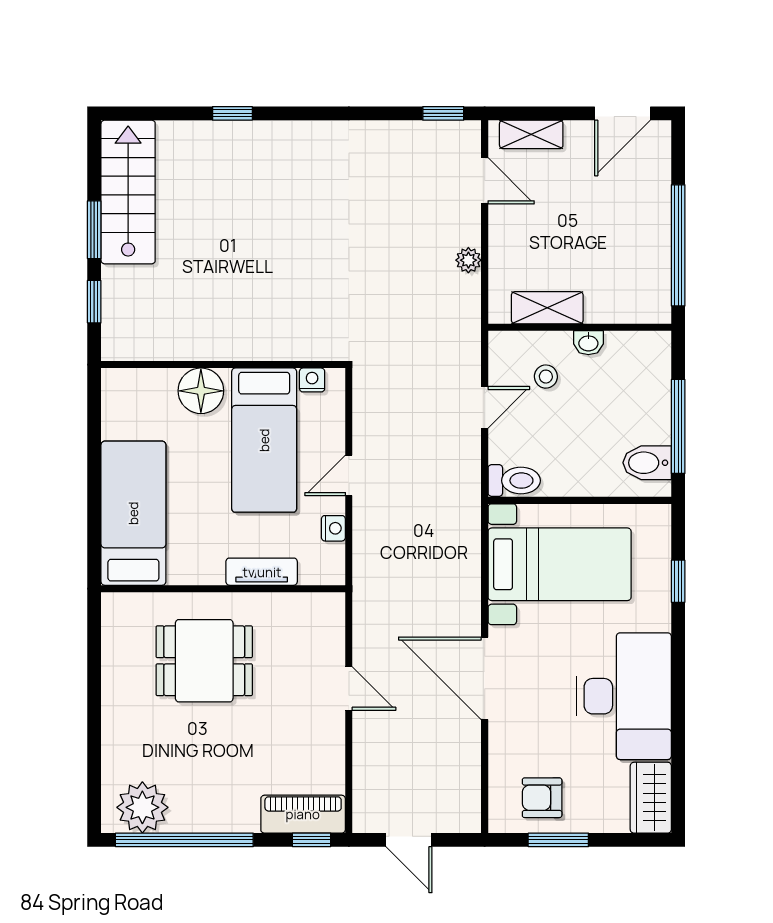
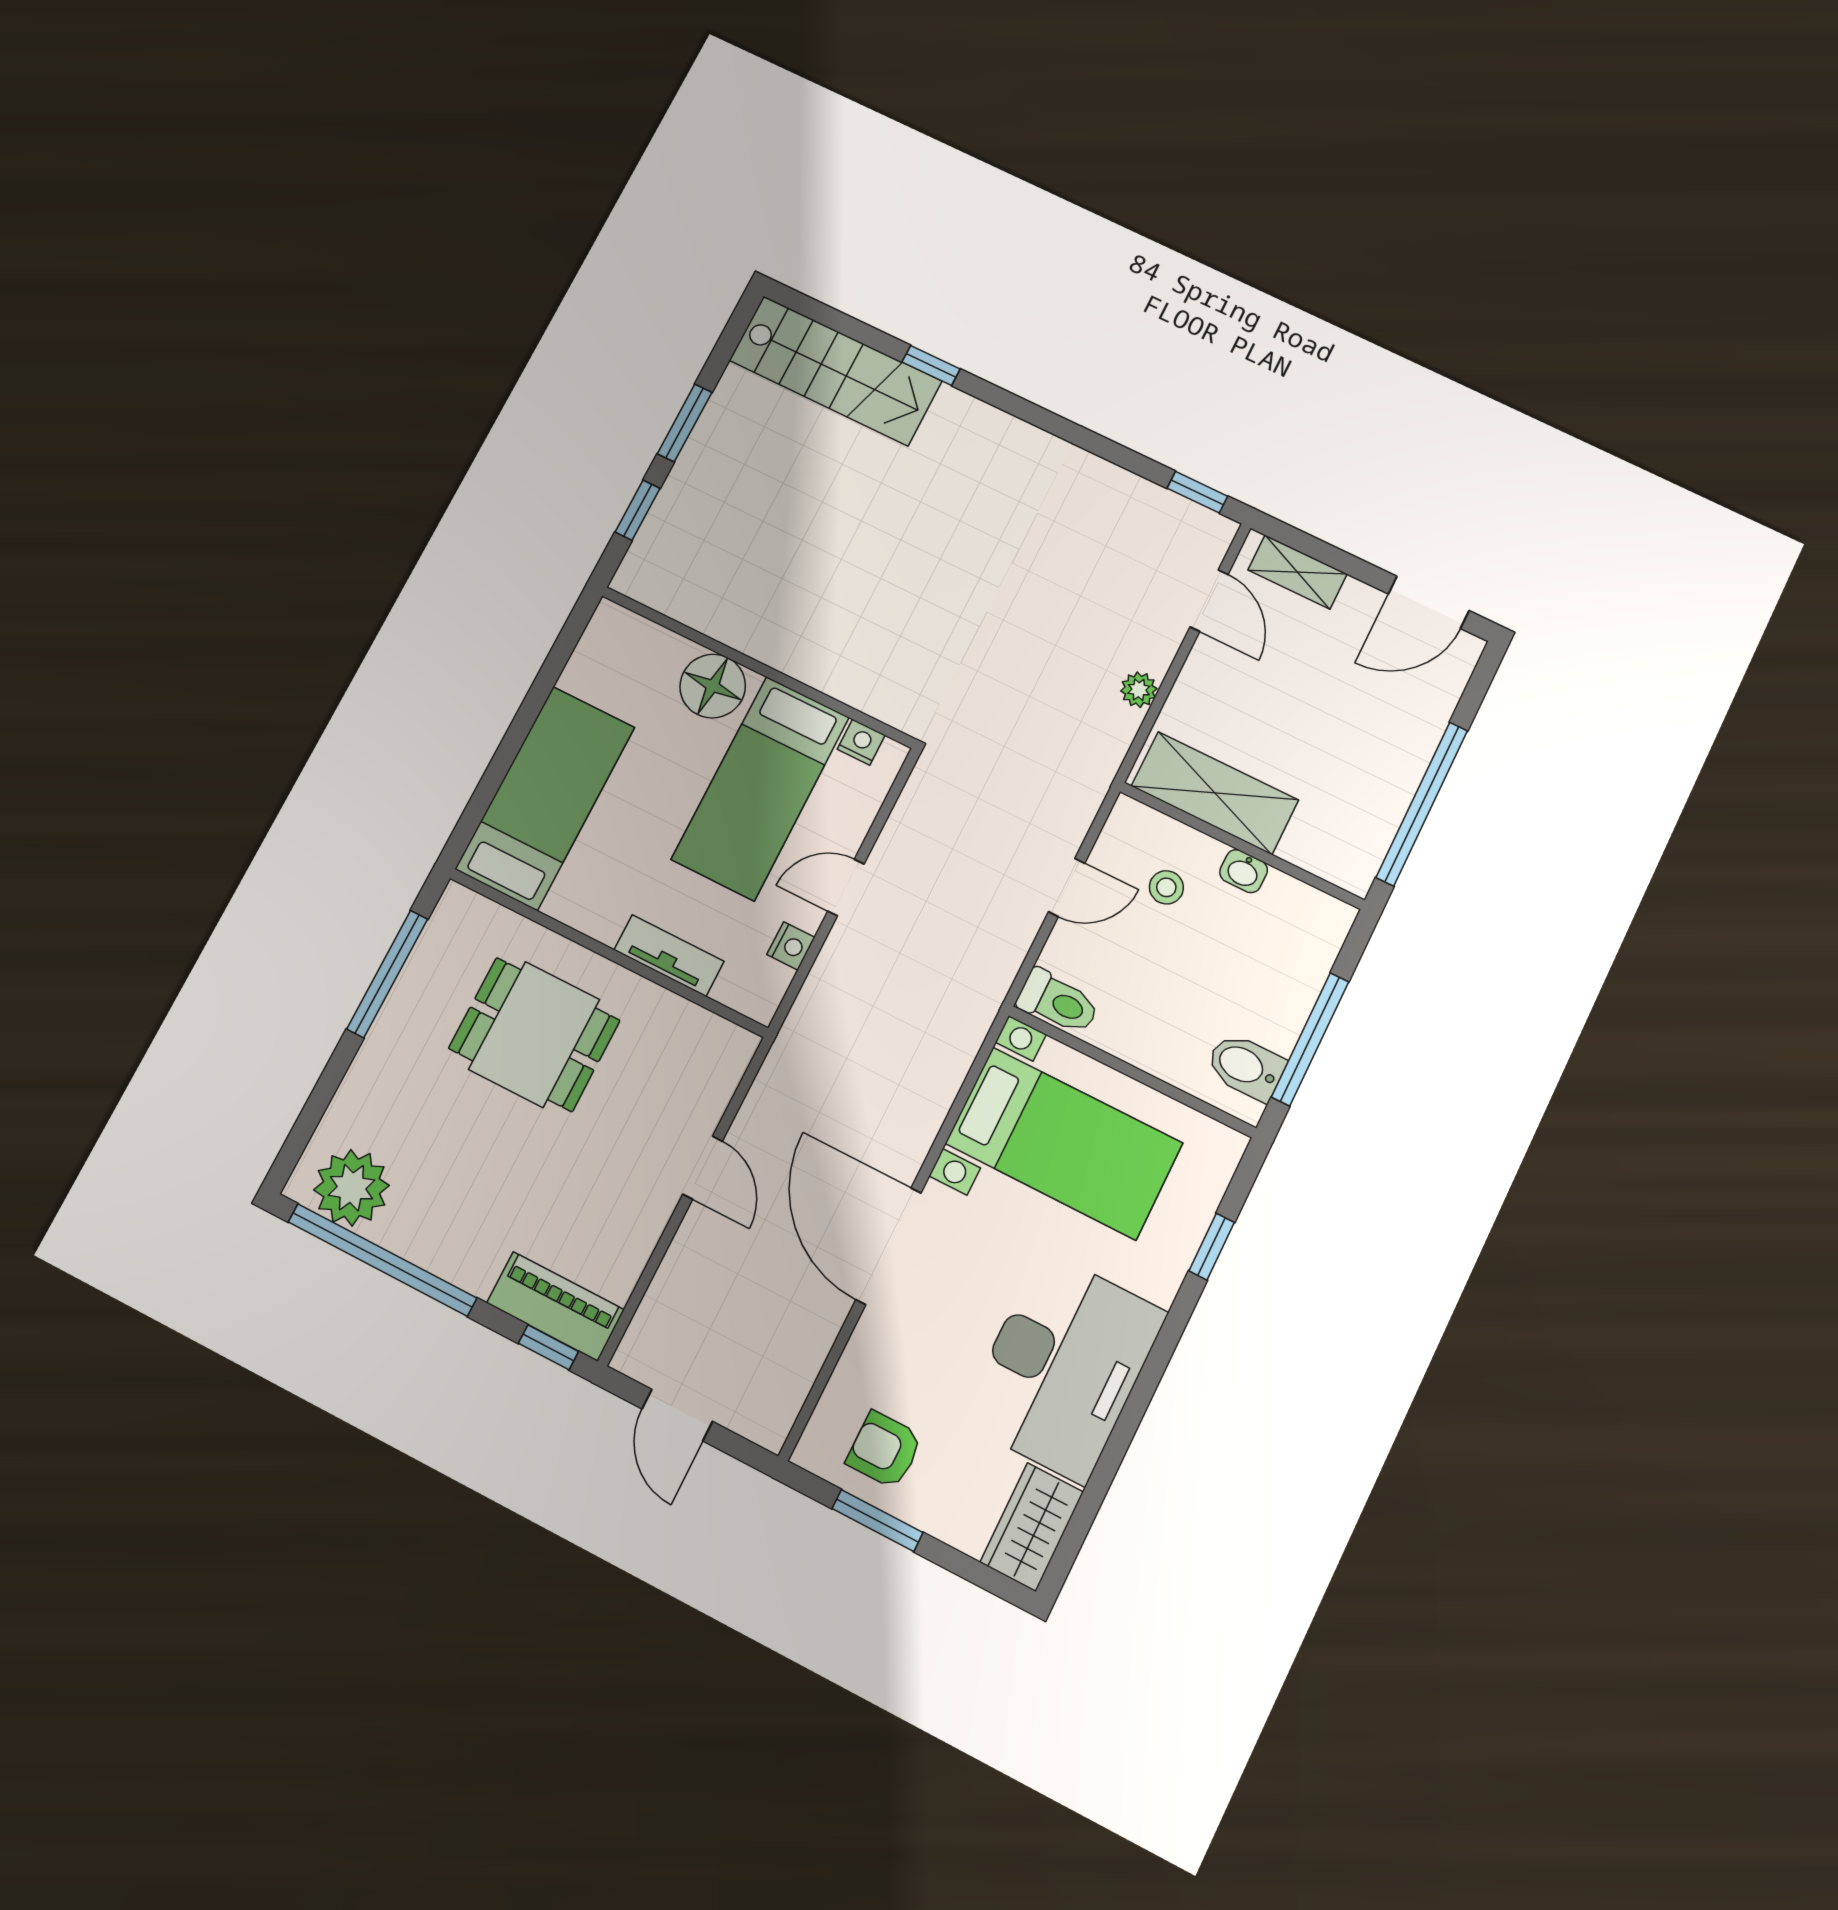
stairs: (128, 192) -> (835, 371), moved, turned 90
shelving: (547, 308) -> (1215, 793), width x1.50, depth x1.33
window: (94, 670) -> (387, 974), added

